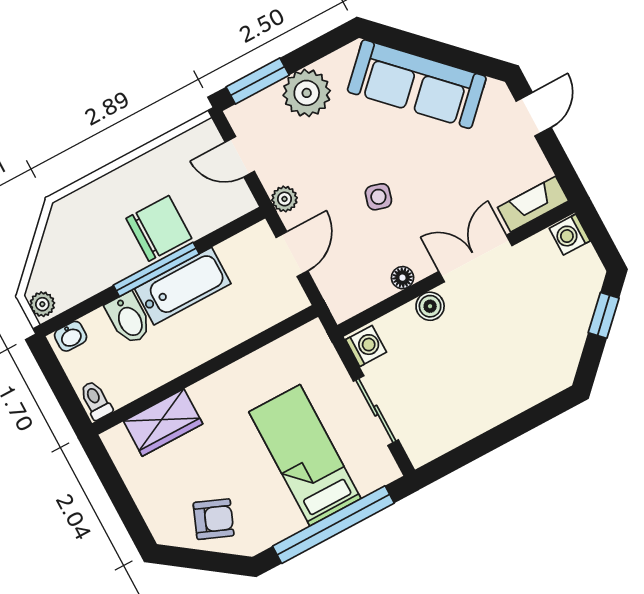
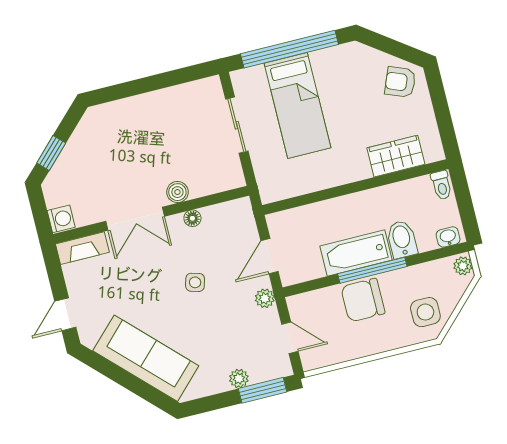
plant: (307, 93) -> (239, 378), width x0.53, depth x0.53
side table: (75, 233) -> (425, 312), added
washing machine: (366, 346) -> (232, 175), removed
armchair: (214, 519) -> (400, 82), moved

